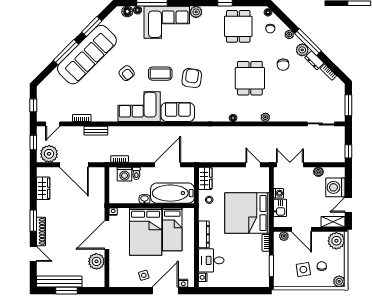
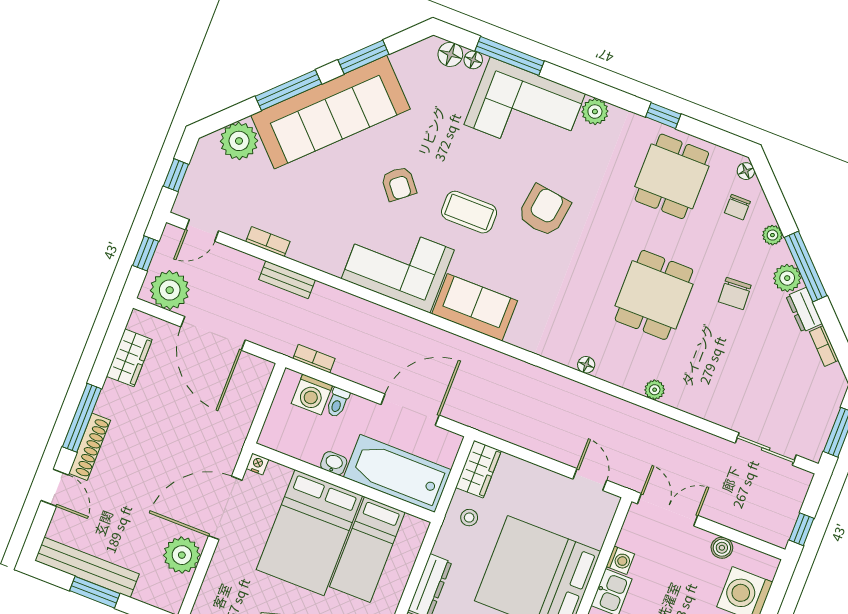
armchair: (192, 78) -> (544, 211), moved
plant: (54, 81) -> (239, 141), added
window: (33, 221) -> (82, 418), width x1.44

